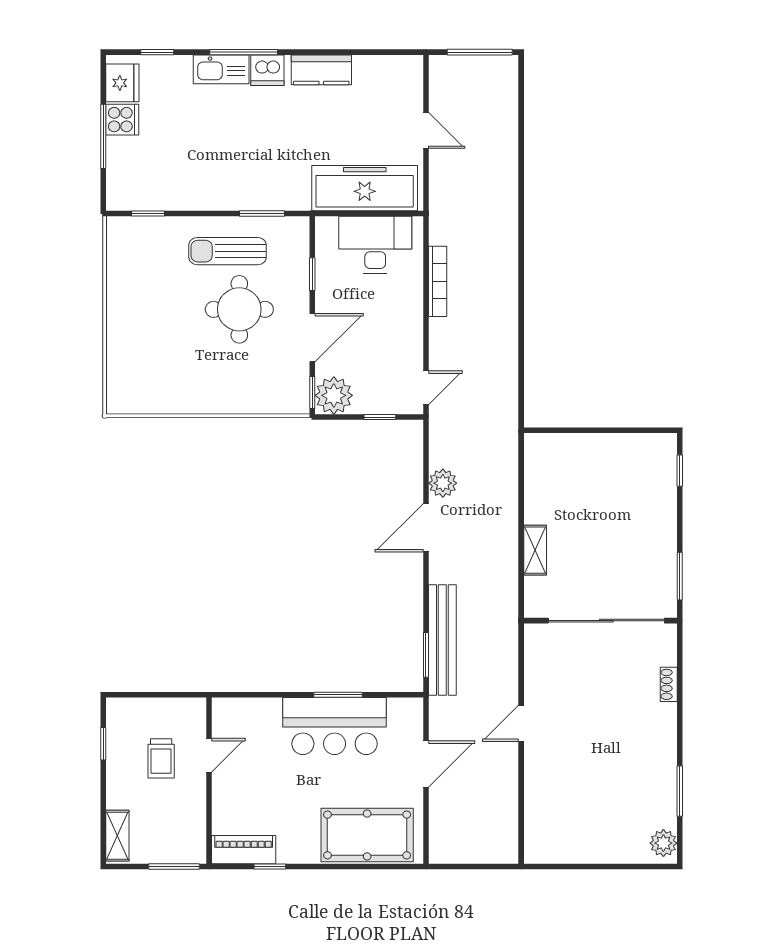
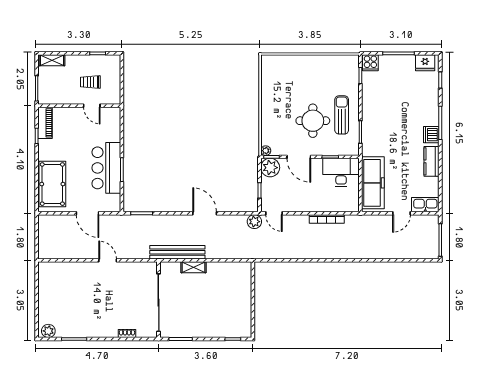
kitchen sink: (221, 69) -> (425, 205), moved, turned 90
cooker: (122, 120) -> (370, 63), moved
desk: (375, 245) -> (341, 172), moved, turned -90
plant: (300, 404) -> (266, 151), added
plant: (443, 483) -> (254, 222), moved
bench: (442, 640) -> (177, 252), moved

